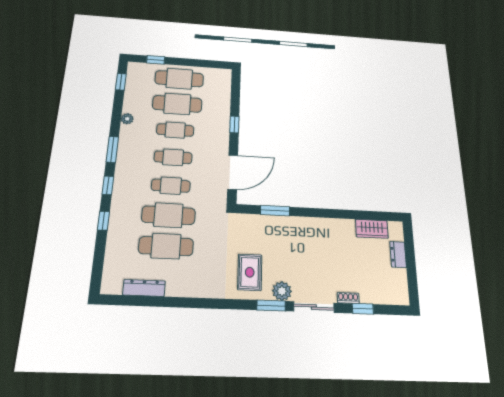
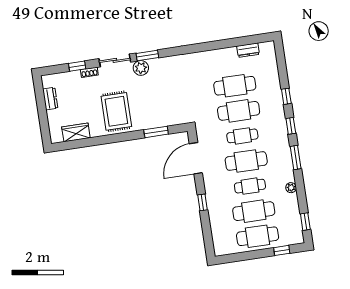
cafe table: (173, 157) -> (246, 161), width x1.37, depth x1.35
dresser: (398, 254) -> (50, 99), moved
rug: (250, 272) -> (116, 111), moved, width x1.36, depth x1.43
dresser: (144, 288) -> (248, 50), width x0.70

